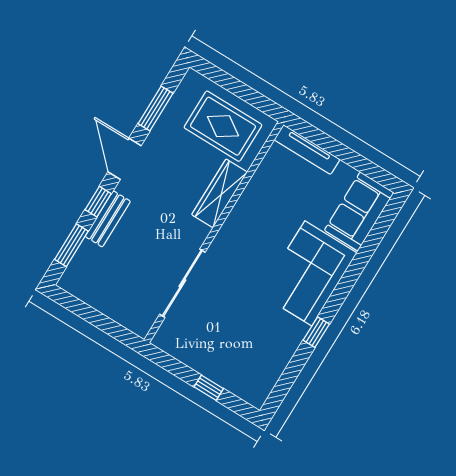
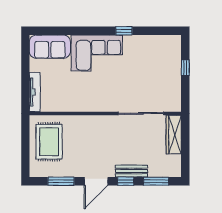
wardrobe: (220, 193) -> (174, 134), moved, turned 90

